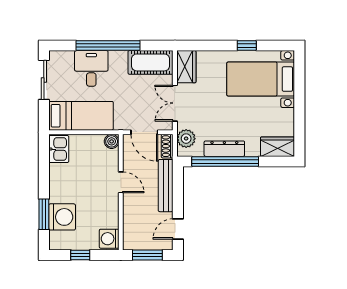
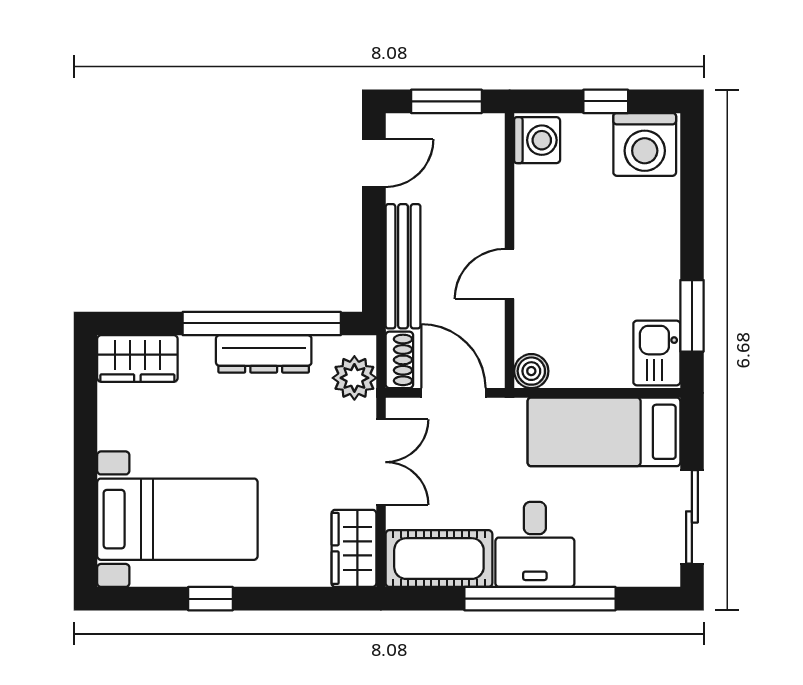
desk: (91, 68) -> (535, 544), moved
door: (121, 182) -> (510, 274), hinge flipped
window: (44, 214) -> (692, 316), moved
washing machine: (62, 217) -> (645, 144), moved, turned -90

